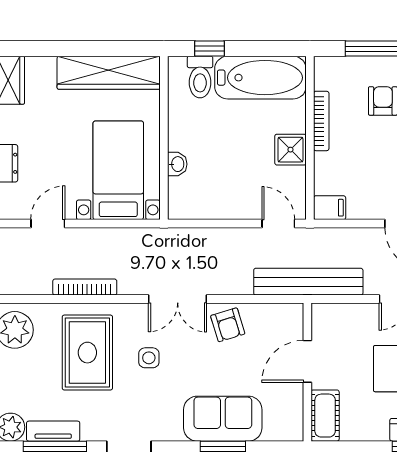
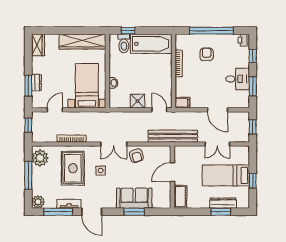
shower: (290, 150) -> (137, 101), moved
tv unit: (53, 431) -> (69, 204), moved

